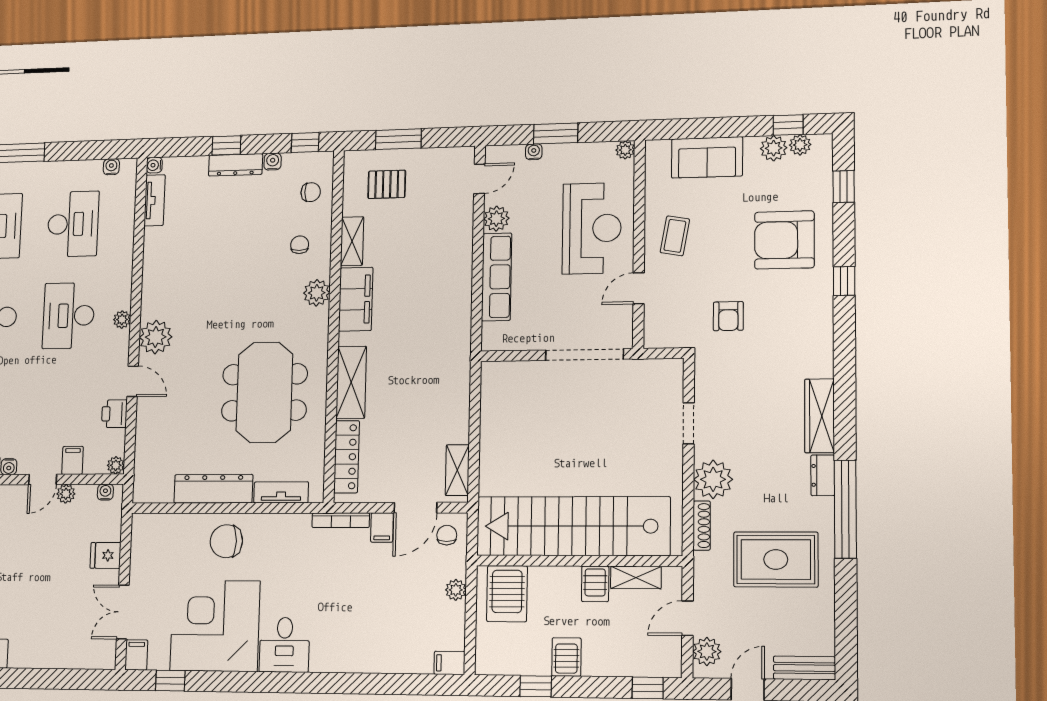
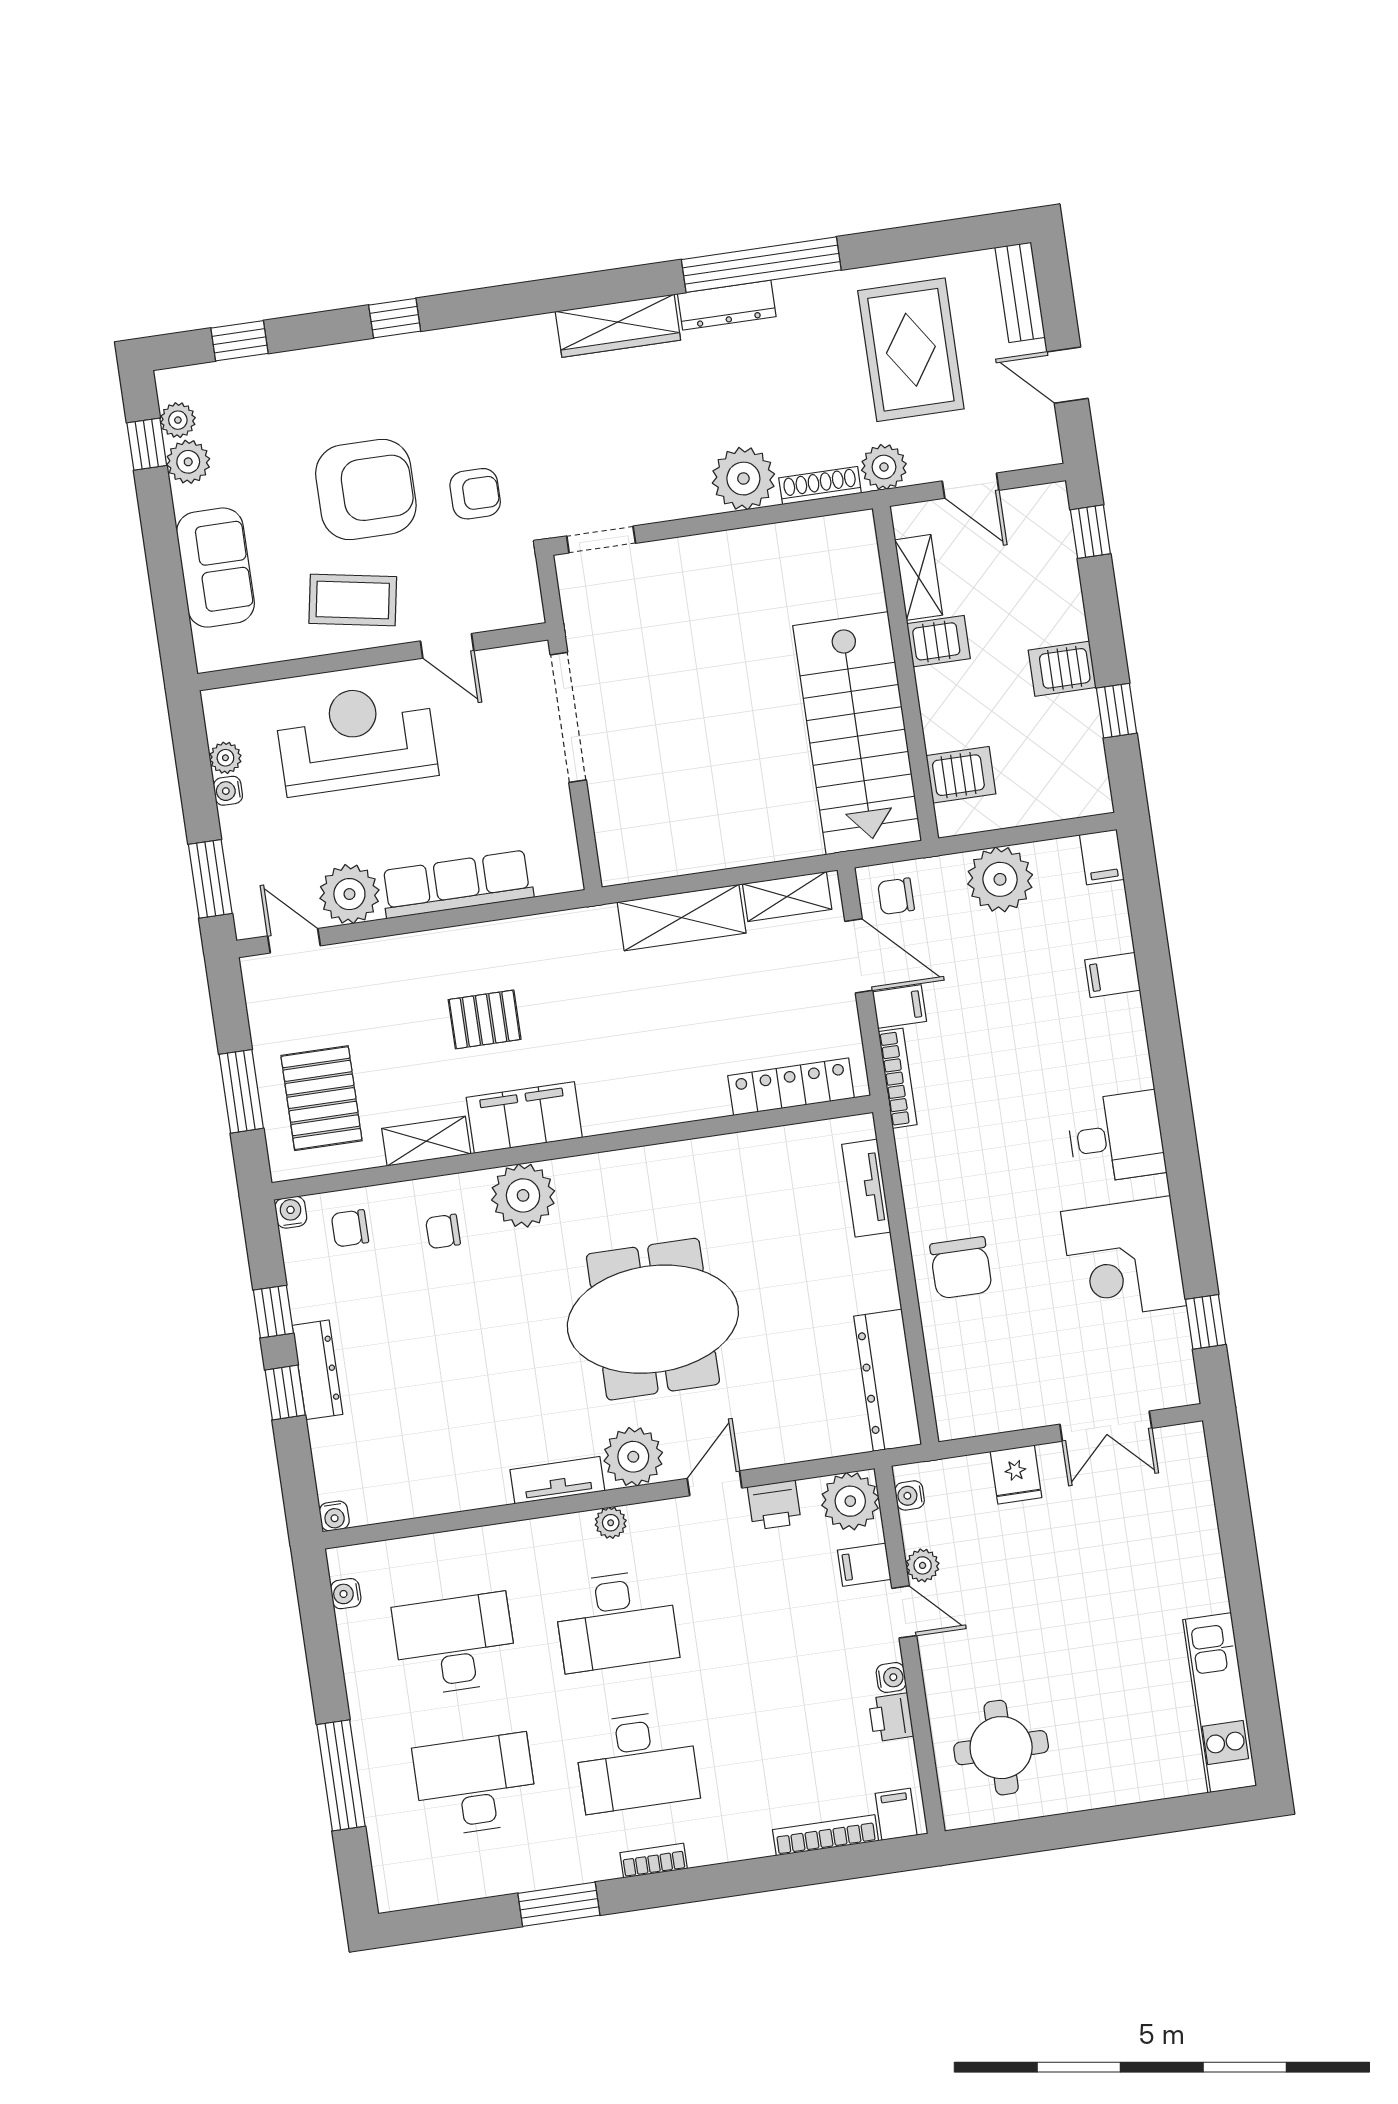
window: (556, 133) -> (210, 879), moved
window: (305, 143) -> (273, 1312), moved
plant: (625, 150) -> (225, 758), moved
water cooler: (534, 152) -> (228, 791), moved
water cooler: (273, 162) -> (291, 1212), moved, turned 90
pallet: (387, 184) -> (321, 1098), width x1.50, depth x1.42
chair: (311, 192) -> (350, 1228), turned -90
tv unit: (155, 200) -> (557, 1480), moved
plant: (496, 219) -> (349, 894), width x1.36, depth x1.36
coffee table: (675, 236) -> (353, 600), width x1.36, depth x1.30
armchair: (784, 240) -> (366, 489), moved, turned -90
pallet: (416, 283) -> (485, 1019), added
plant: (317, 293) -> (523, 1195), width x1.36, depth x1.36
shelving: (351, 382) -> (682, 918), moved
meeting table: (264, 392) -> (653, 1319), moved
doorway: (689, 423) -> (601, 540), moved
plant: (116, 465) -> (850, 1501), width x1.88, depth x1.88
dresser: (823, 475) -> (727, 305), width x1.44
dresser: (213, 489) -> (888, 1380), moved
stairs: (573, 526) -> (857, 733), width x0.73
rug: (776, 559) -> (911, 350), moved
plant: (456, 590) -> (1000, 879), width x1.87, depth x1.87
server rack: (507, 594) -> (961, 775), width x0.73, depth x0.70
corner desk: (215, 626) -> (1123, 1259), width x0.74, depth x0.74
plant: (707, 652) -> (884, 467), moved
filing cabinet: (136, 655) -> (1113, 975), moved

